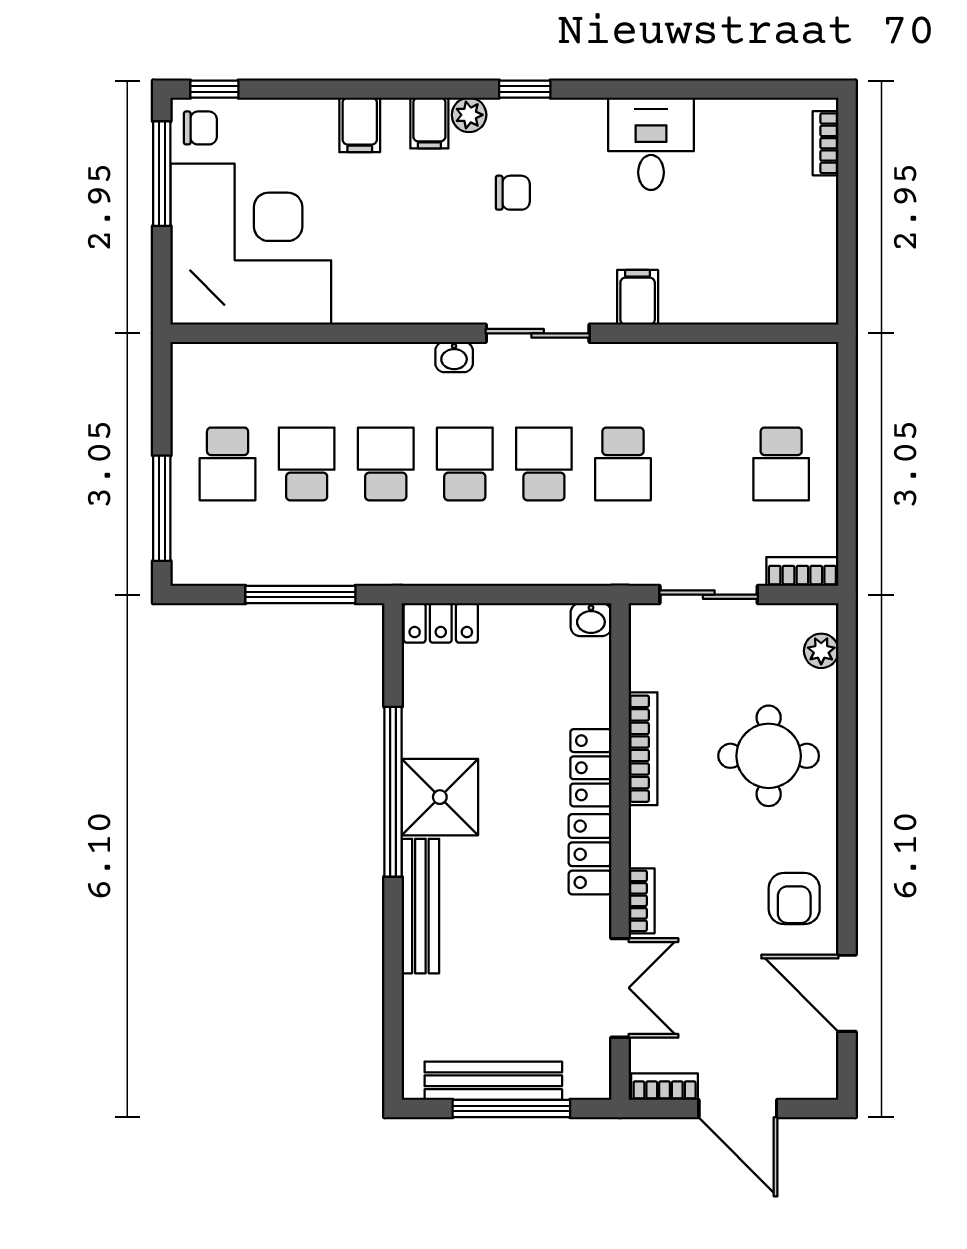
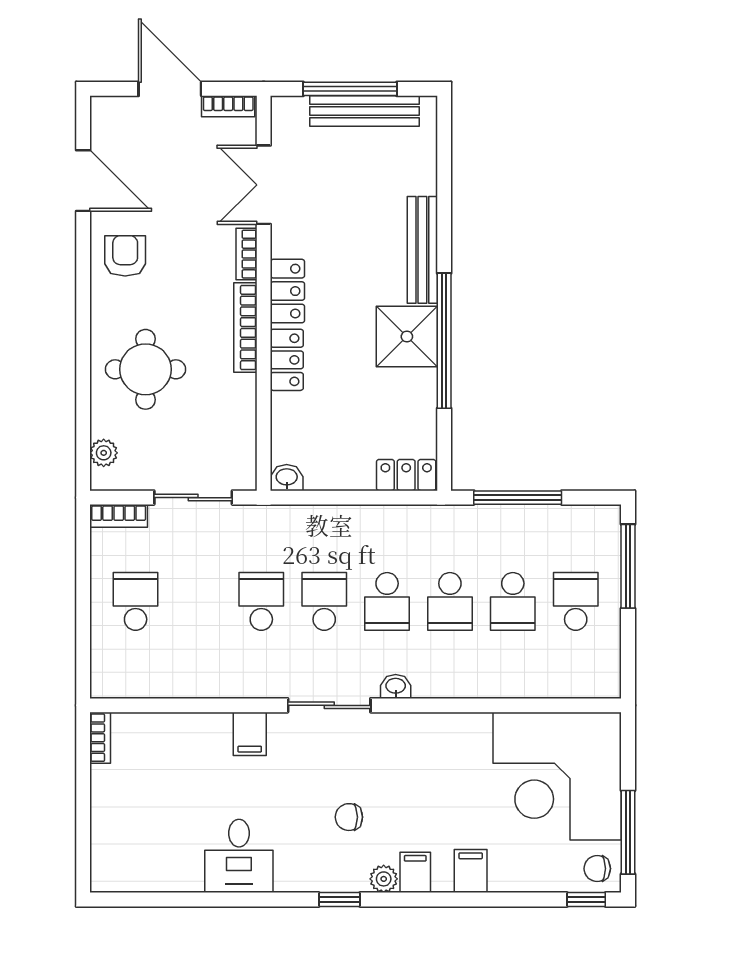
bookcase: (826, 143) -> (100, 738), moved
school desk: (544, 464) -> (324, 601), turned 180
bookcase: (643, 749) -> (245, 327), moved

